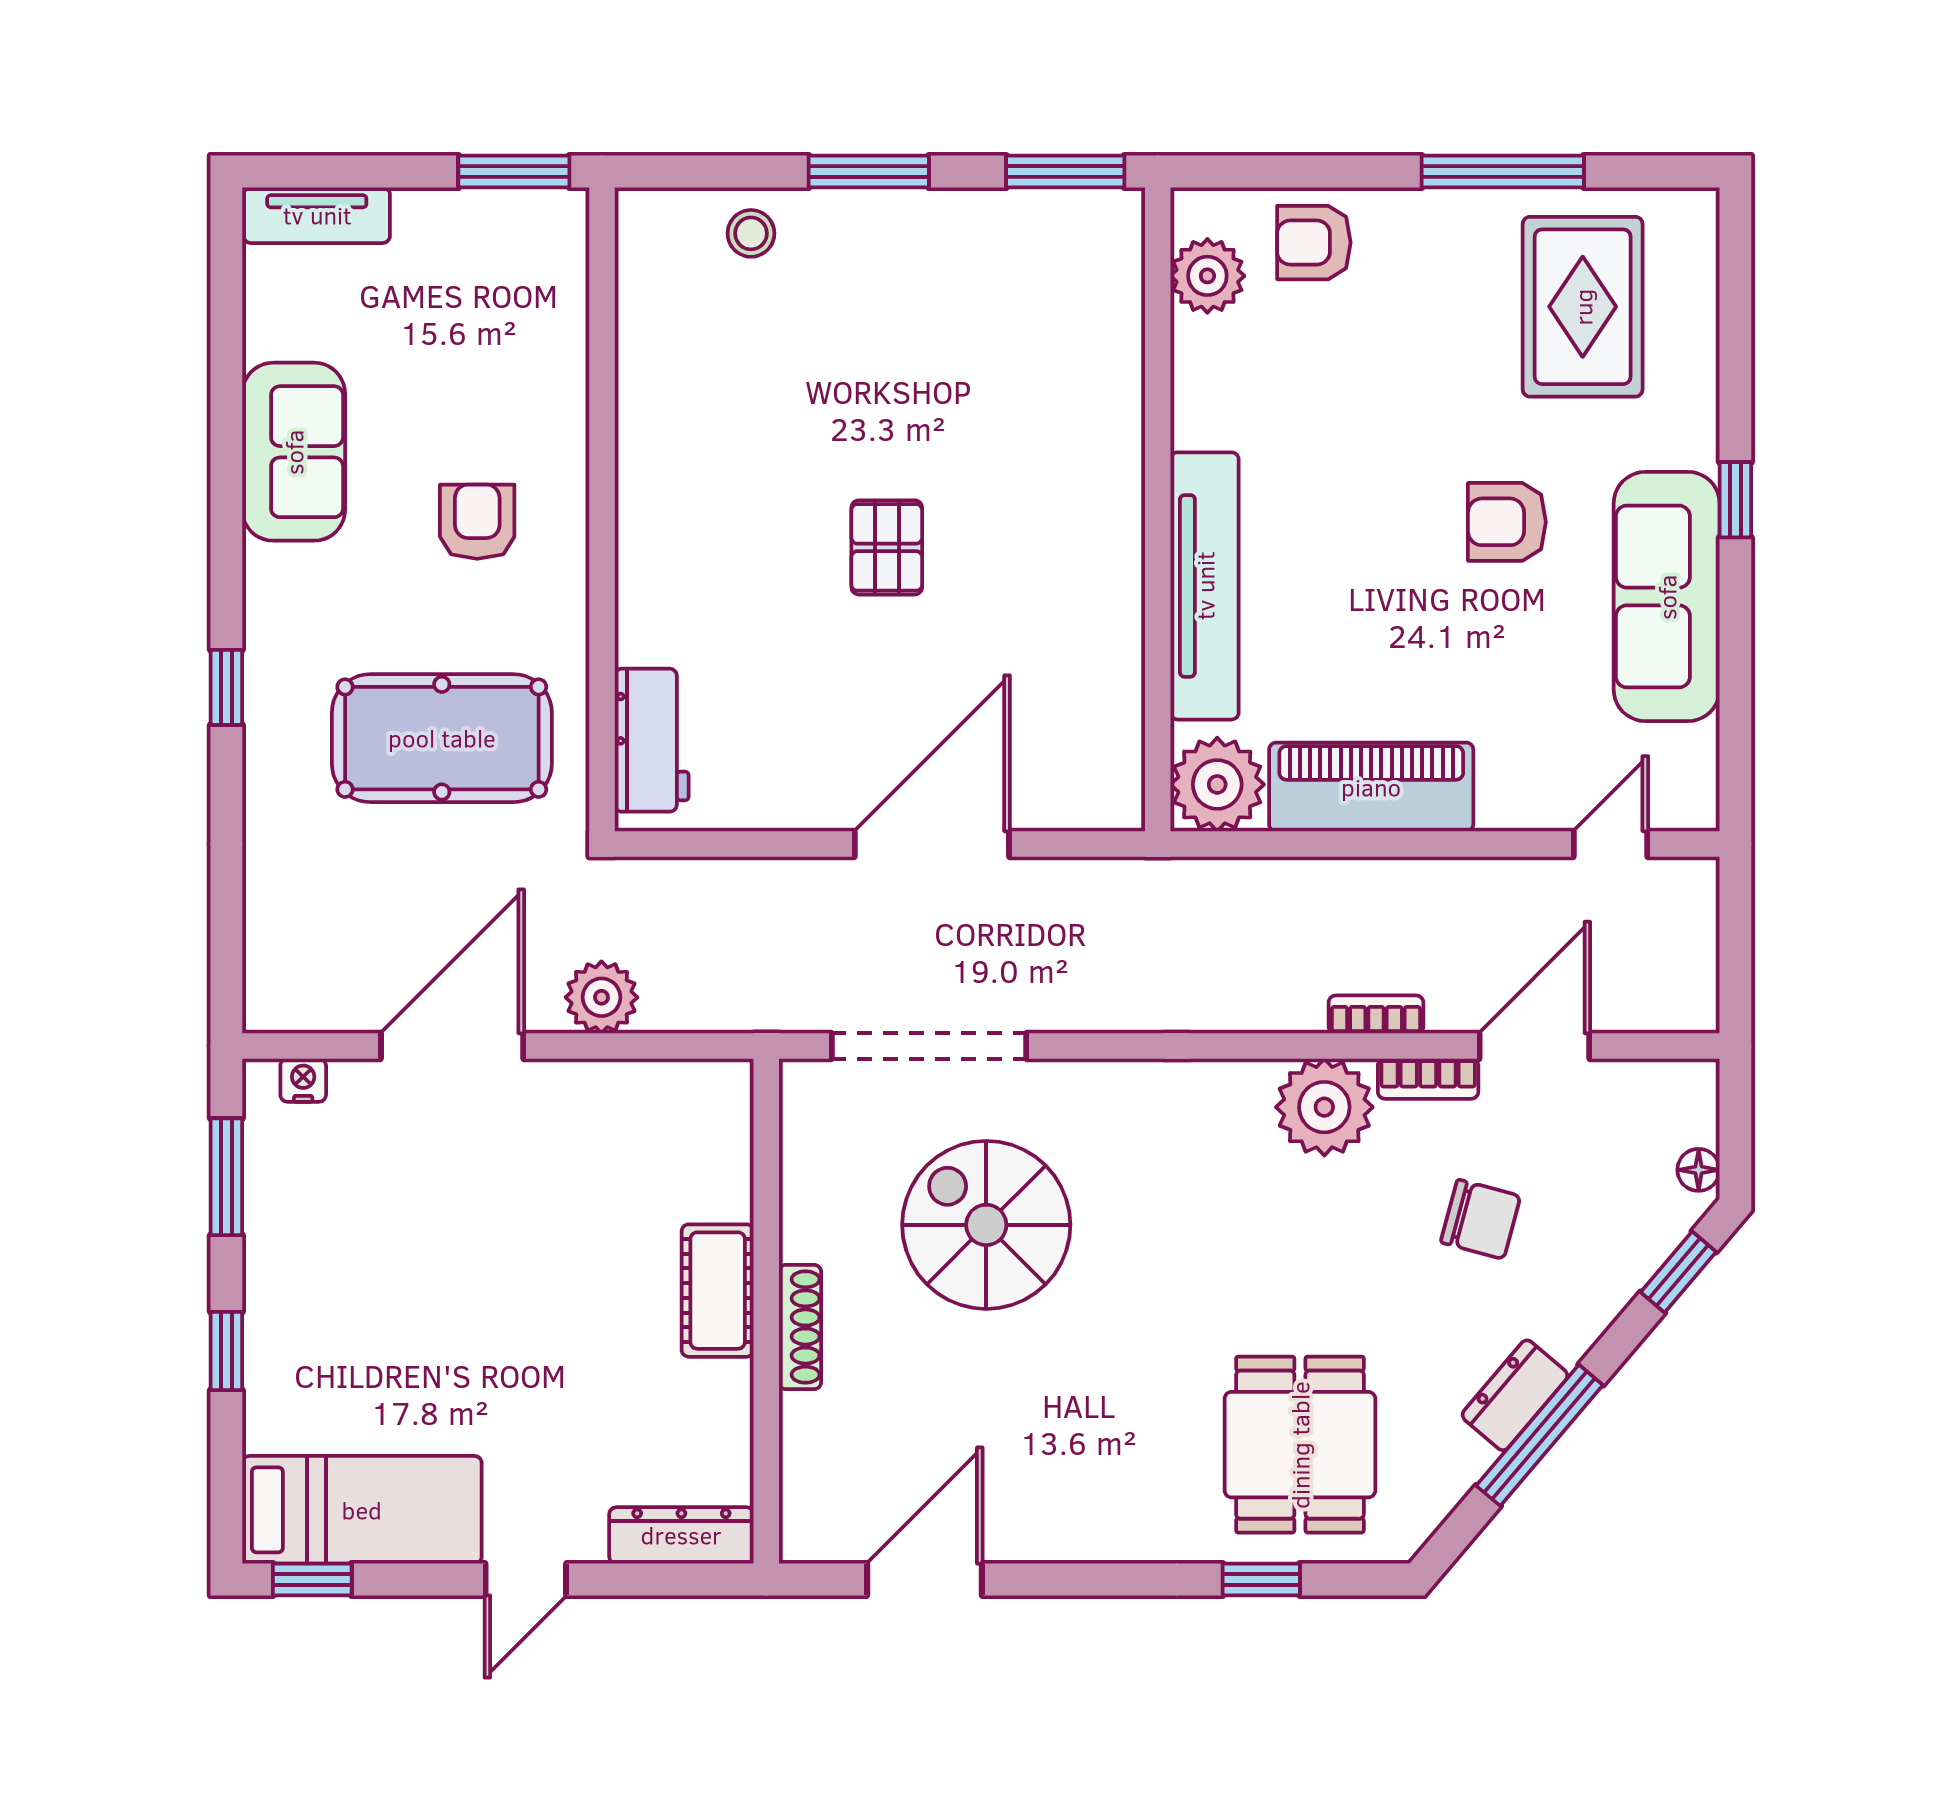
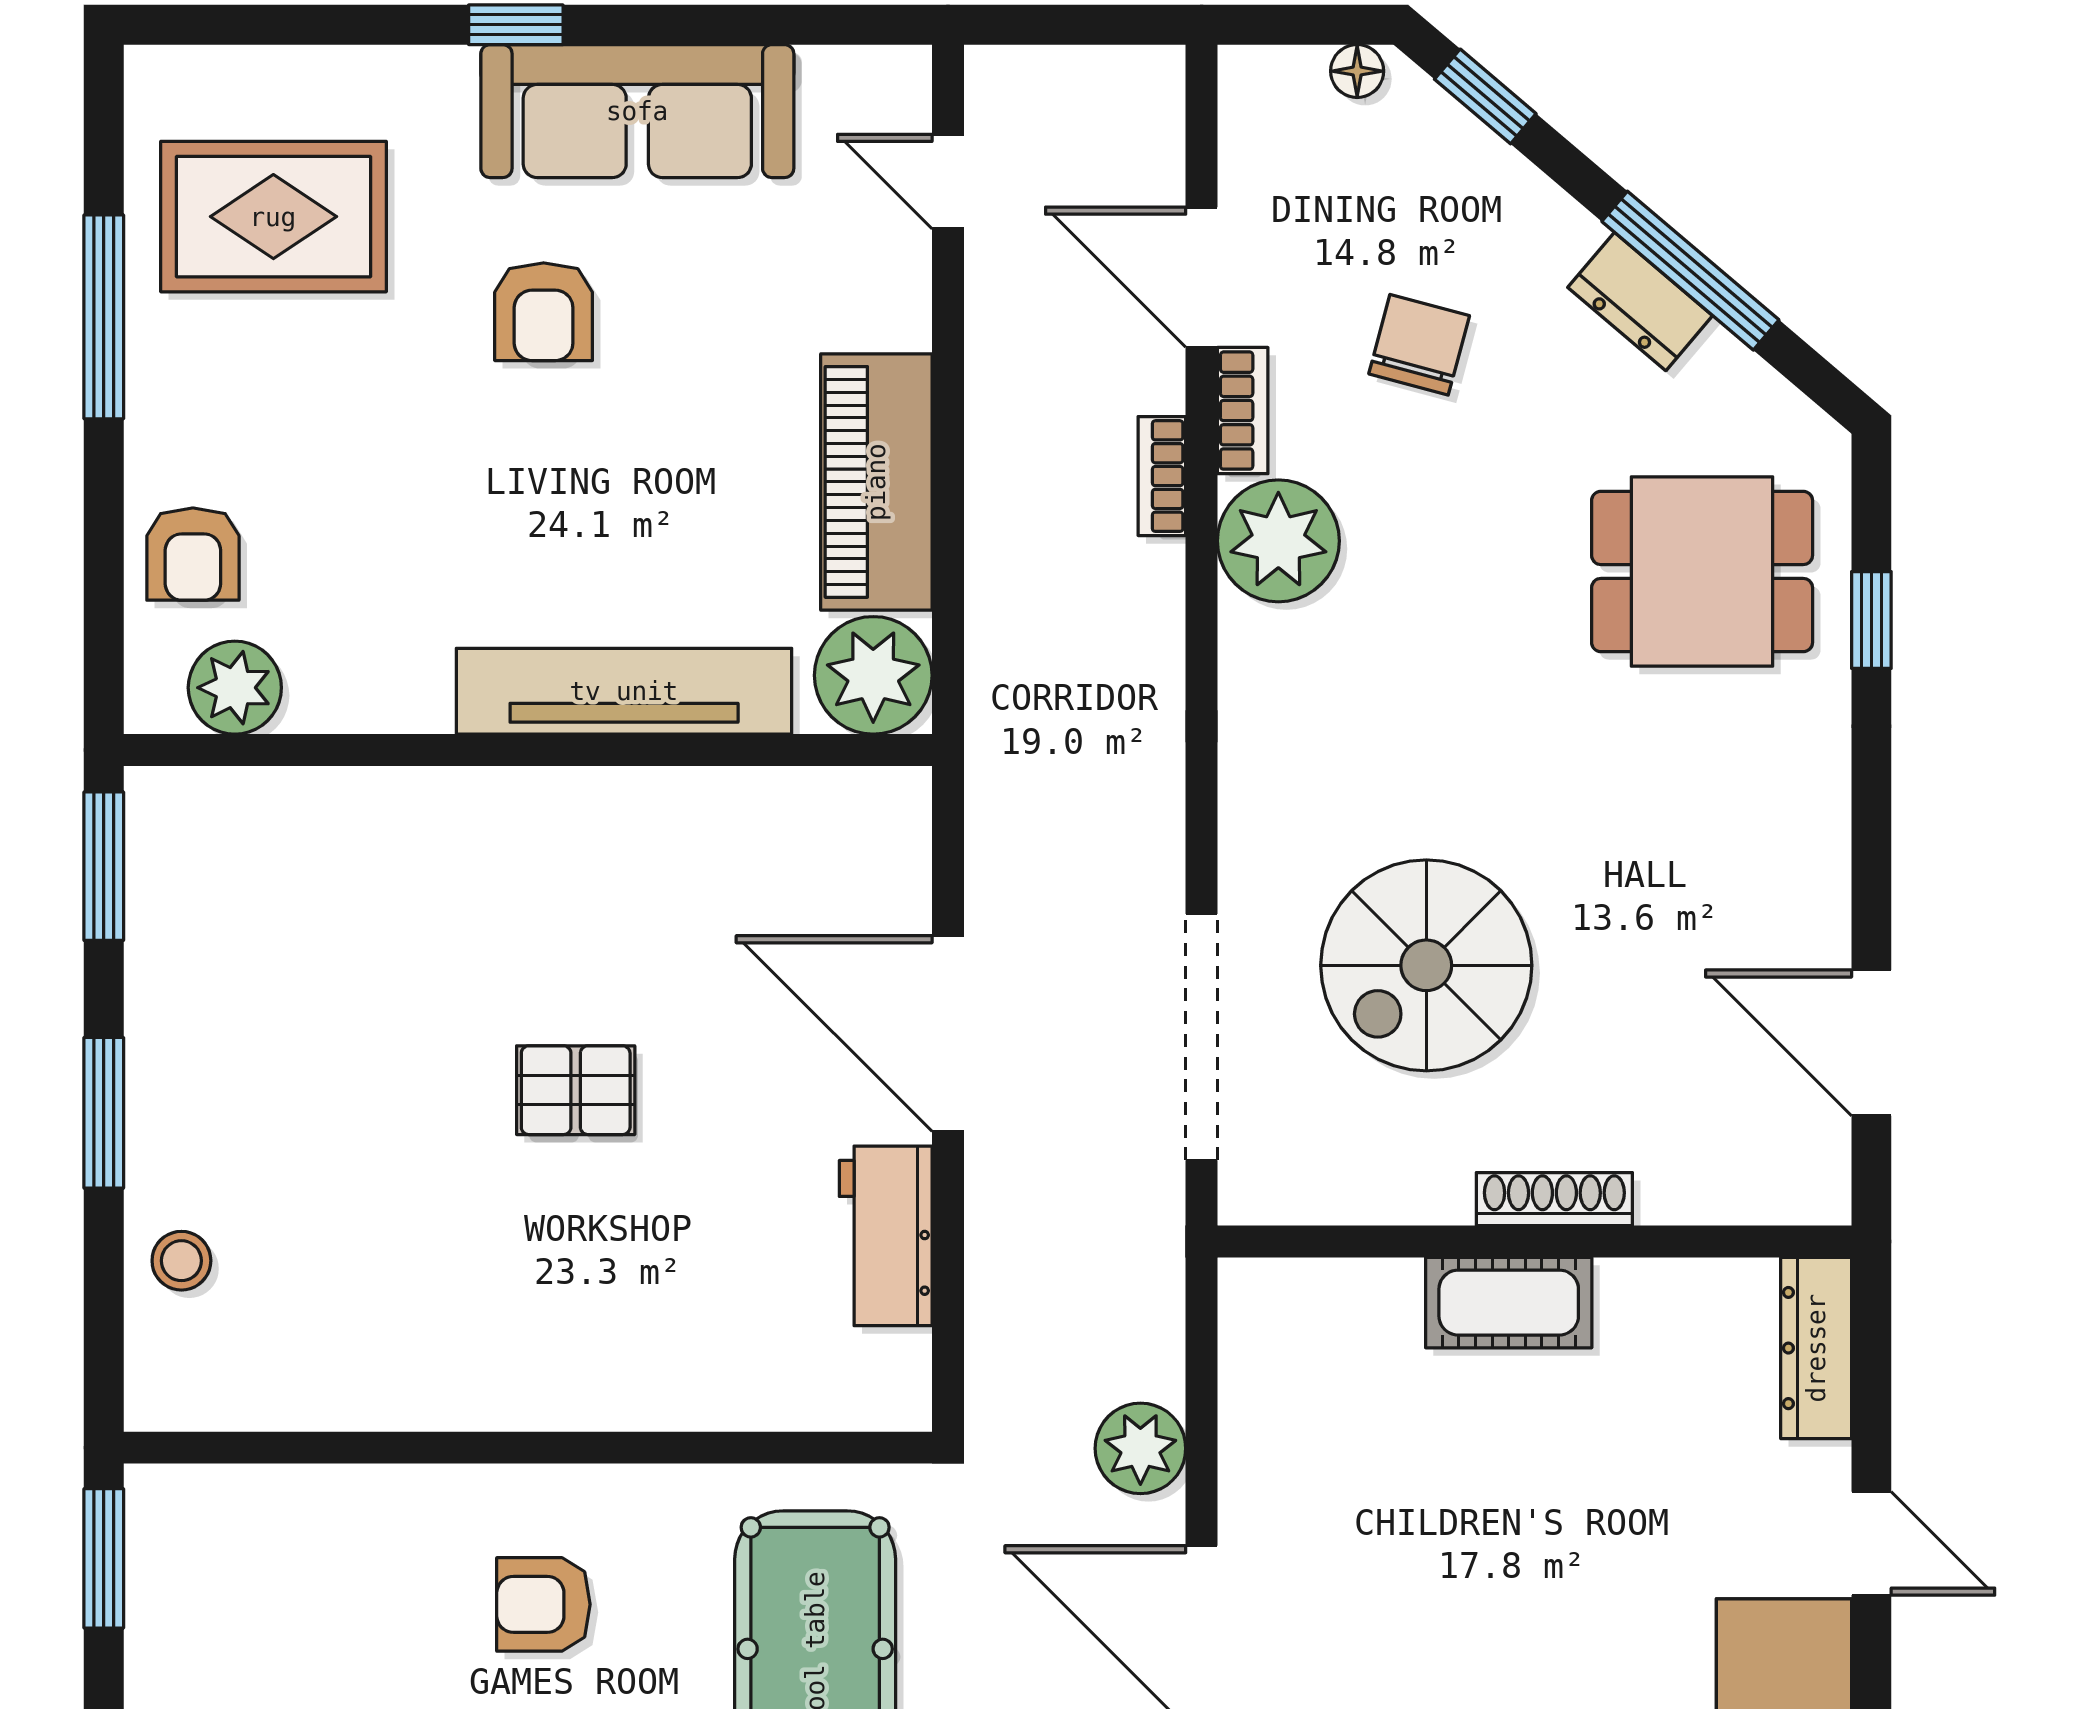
workbench: (652, 740) -> (886, 1236), moved, turned -90

